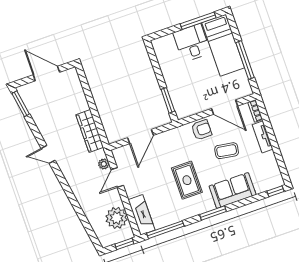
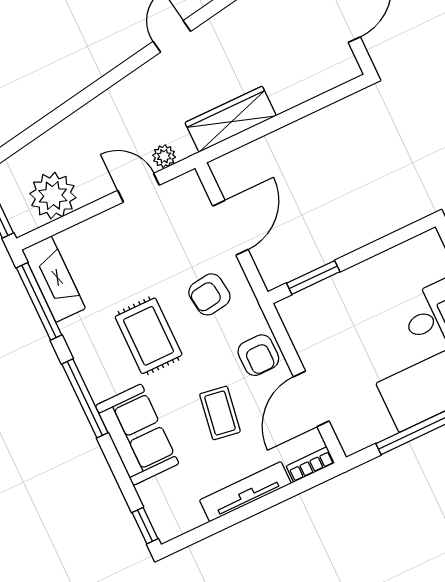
door: (141, 136) -> (230, 228), swing flipped
tv unit: (263, 137) -> (245, 492), width x1.41
armchair: (171, 150) -> (209, 294), added
rug: (187, 180) -> (149, 336), turned 90
window: (213, 213) -> (85, 398), width x1.44
fireplace: (142, 215) -> (54, 279), moved, turned -90

